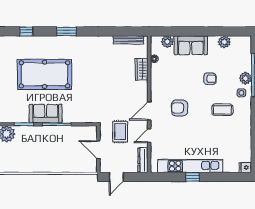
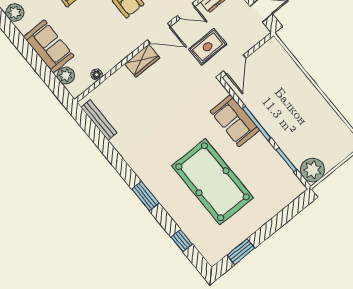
wardrobe: (142, 69) -> (142, 61), moved
sofa: (46, 114) -> (235, 121), moved
door: (98, 150) -> (235, 65), moved

